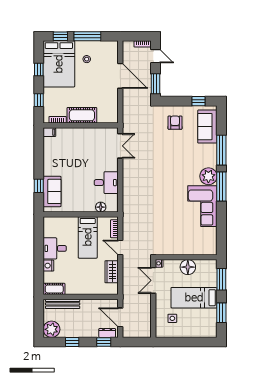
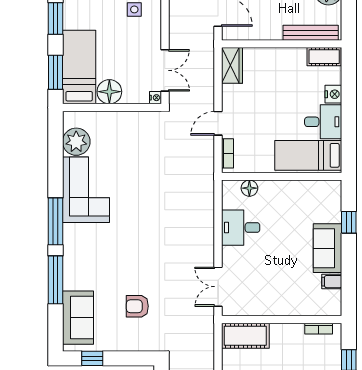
cot: (82, 115) -> (245, 336), moved
armchair: (175, 123) -> (137, 306), moved, turned 90
filing cabinet: (49, 132) -> (332, 282), moved
plant: (208, 176) -> (76, 142), moved
sofa: (52, 191) -> (327, 248), moved
bed: (88, 237) -> (308, 155), moved, turned -90
door: (120, 247) -> (218, 123), swing flipped
wardrobe: (112, 272) -> (232, 65), moved
bed: (194, 298) -> (79, 67), moved, turned -90

